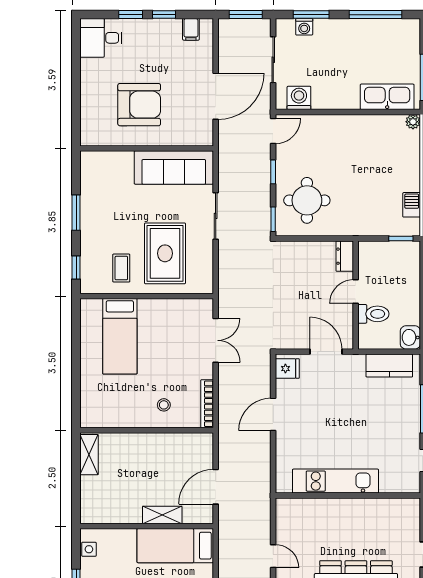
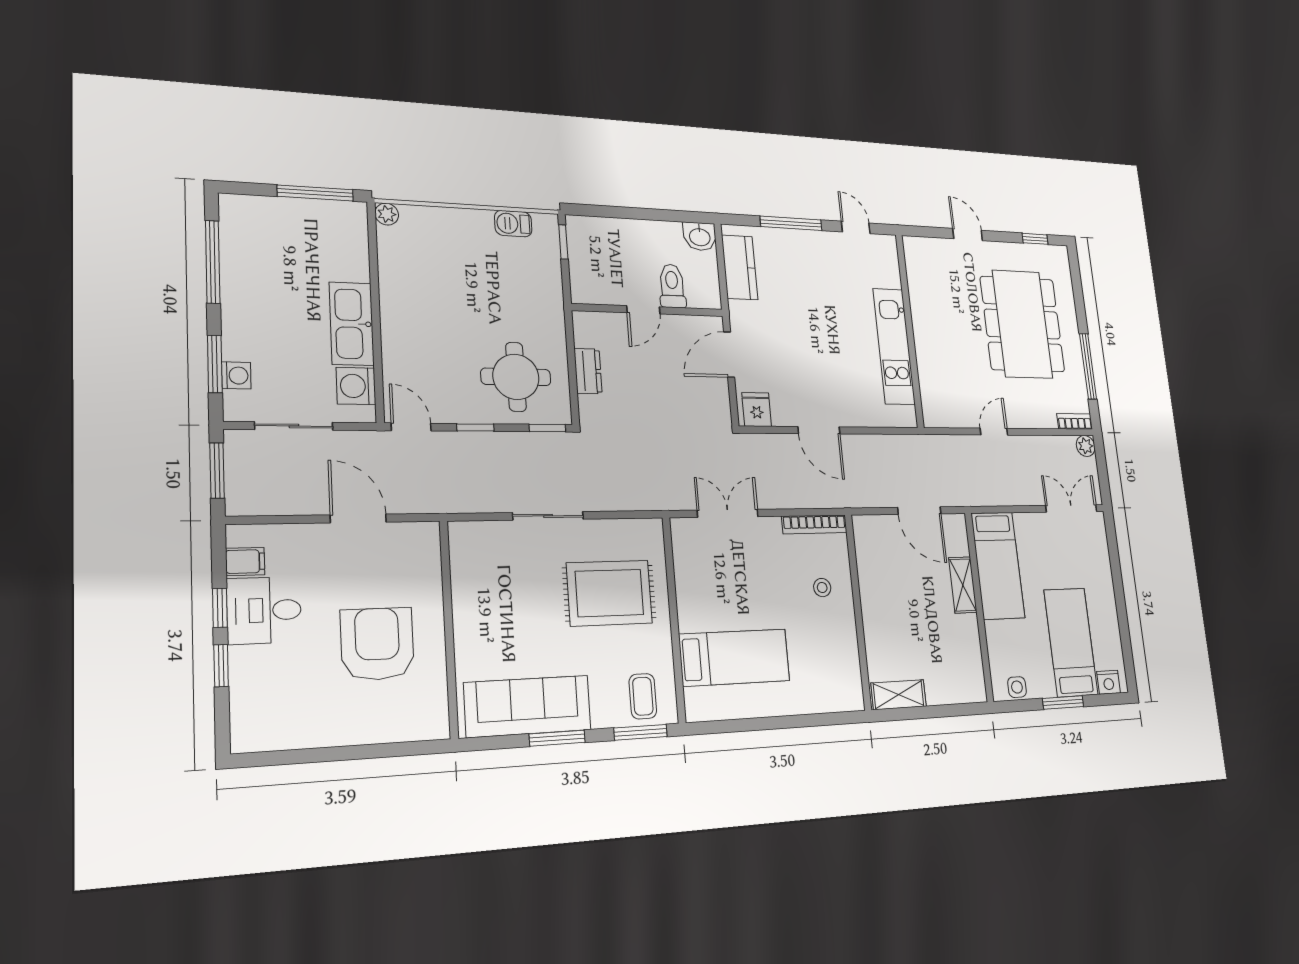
desk: (101, 38) -> (264, 610), moved, turned 90
door: (216, 96) -> (358, 519), width x0.73
kitchen sink: (387, 97) -> (352, 324), moved
sofa: (174, 168) -> (528, 706), moved, turned -90
dresser: (345, 256) -> (588, 371), moved, turned -90
window: (76, 267) -> (641, 732), width x1.50
coffee table: (121, 268) -> (643, 696), moved, turned 90
door: (356, 292) -> (643, 310), hinge flipped

